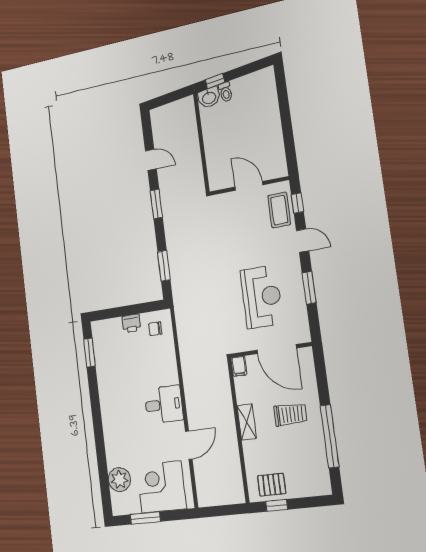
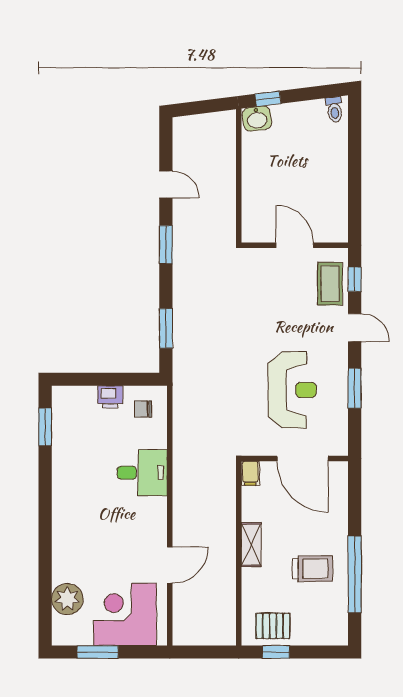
toilet: (226, 92) -> (334, 110), moved
desk: (164, 405) -> (142, 473), moved
trolley: (290, 414) -> (313, 569), moved

